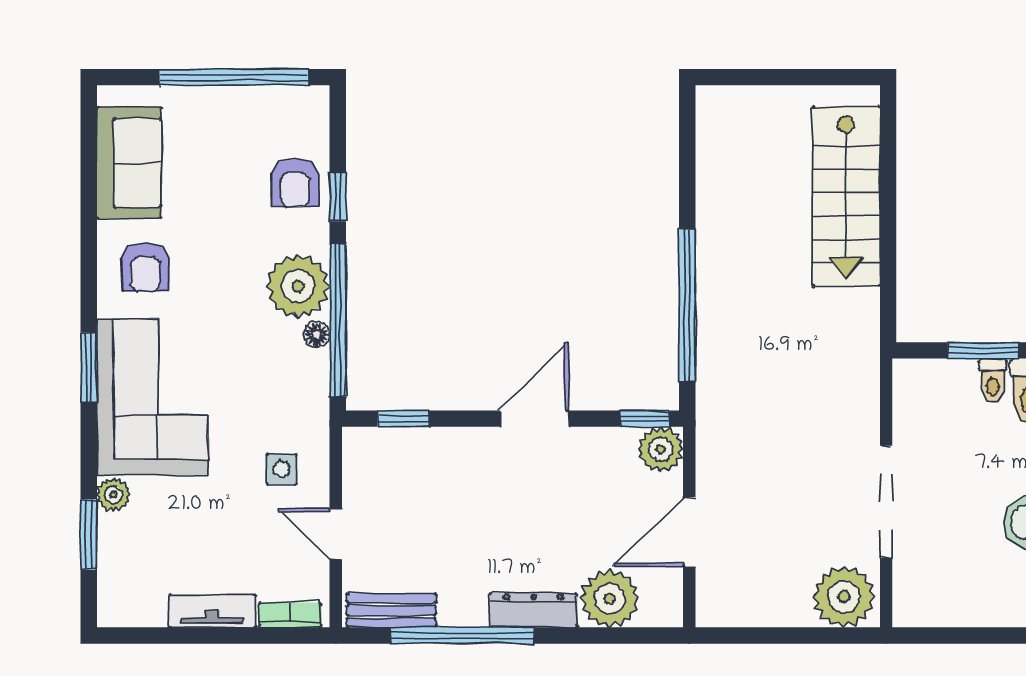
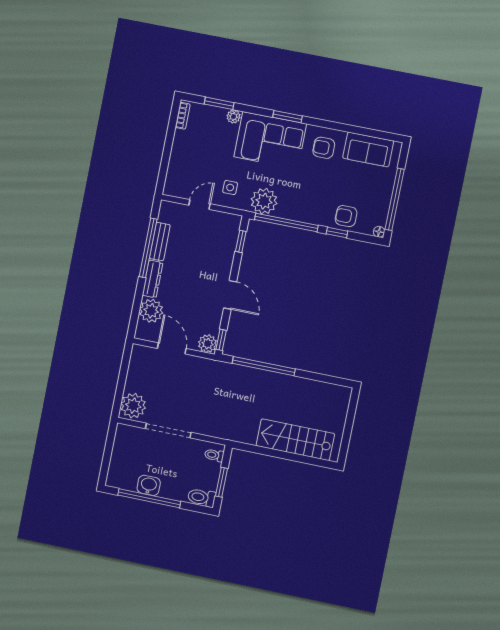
plant: (298, 286) -> (264, 201), moved
floor lamp: (317, 335) -> (379, 232), moved
toilet: (993, 381) -> (214, 455), moved
bench: (391, 610) -> (160, 242), moved
tv unit: (212, 611) -> (178, 148), removed
bookcase: (290, 615) -> (183, 116), moved

